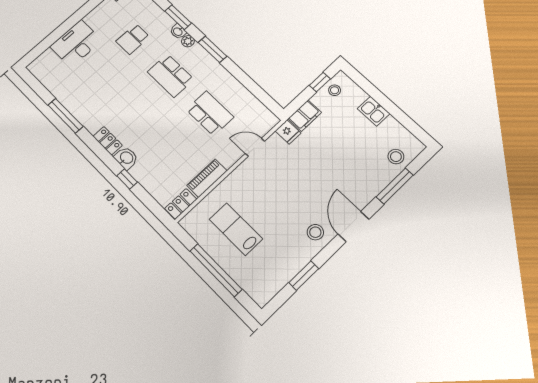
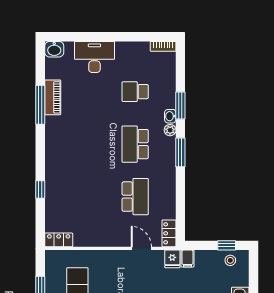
filing cabinet: (305, 116) -> (187, 258), width x0.50
locker: (108, 141) -> (169, 233), moved, turned 180
washbasin: (126, 158) -> (54, 49), moved, turned 90
piano: (207, 178) -> (53, 97), moved, turned 90

